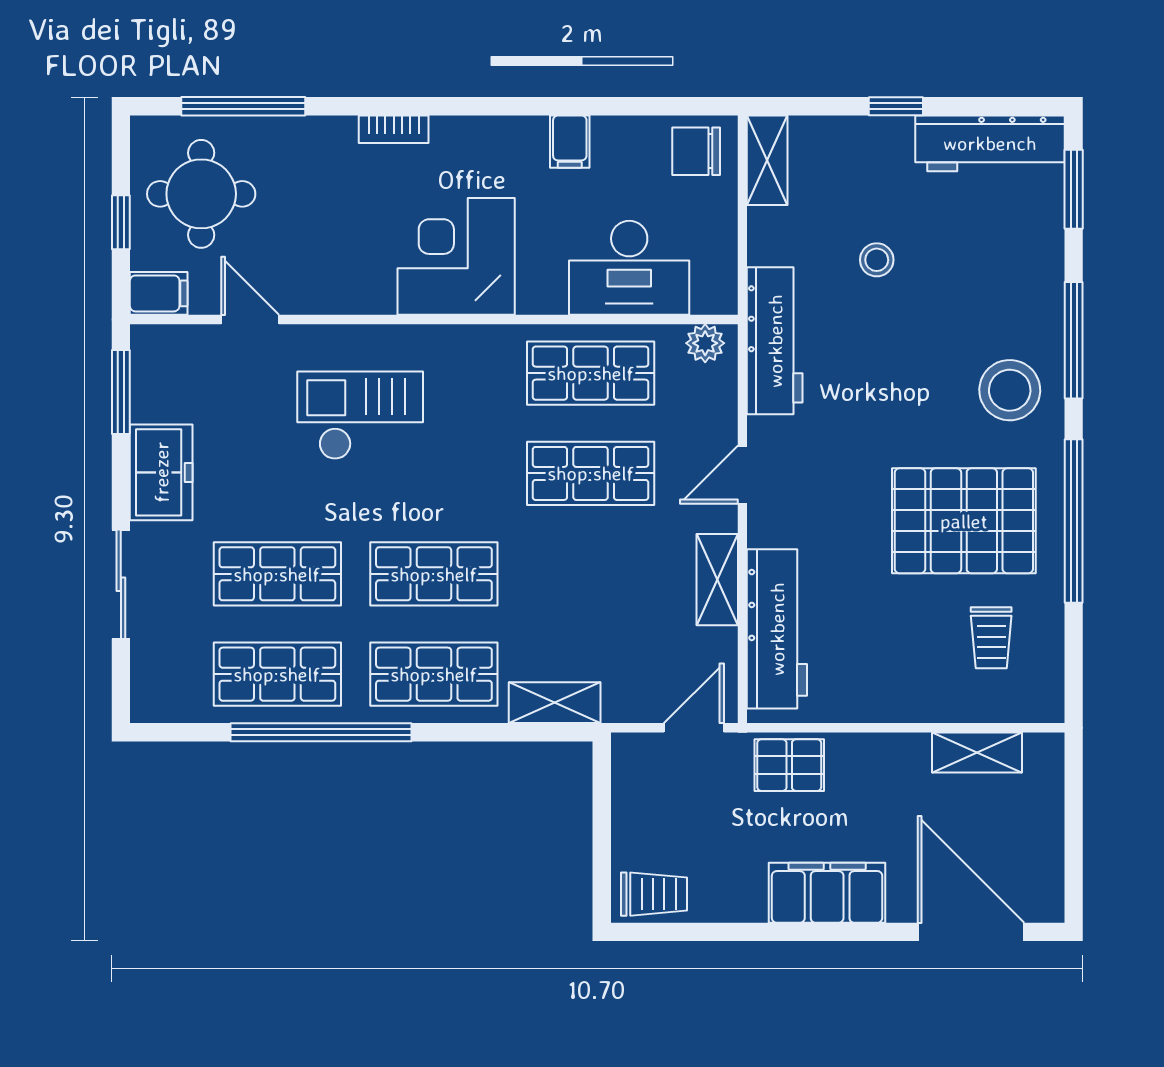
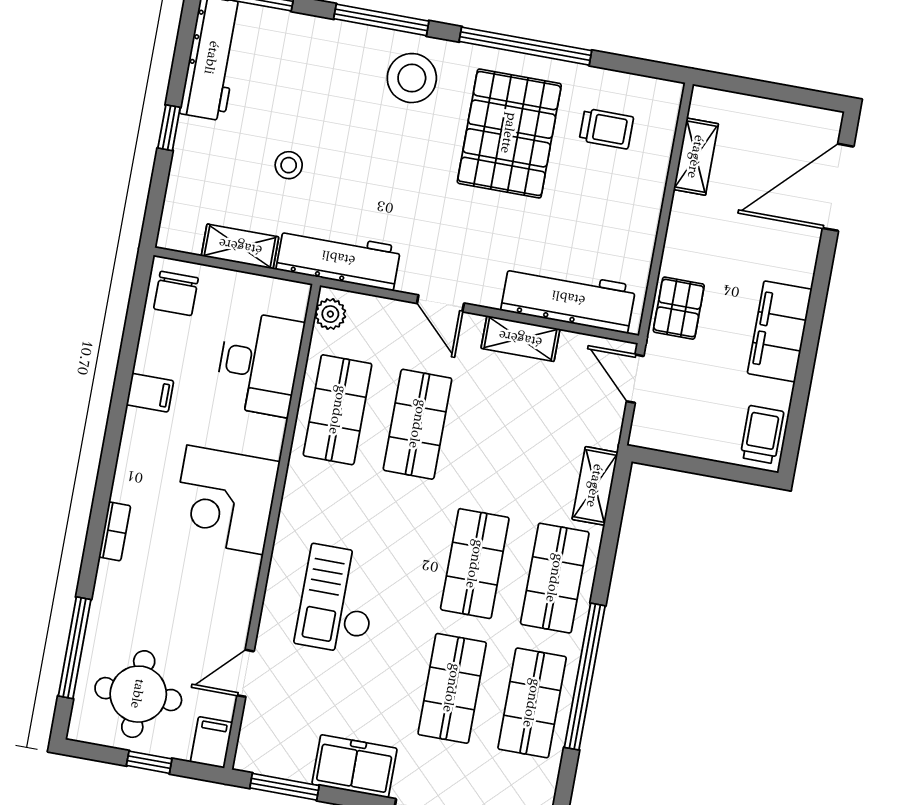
shelving: (767, 160) -> (240, 247), moved
filing cabinet: (827, 893) -> (780, 331), moved

